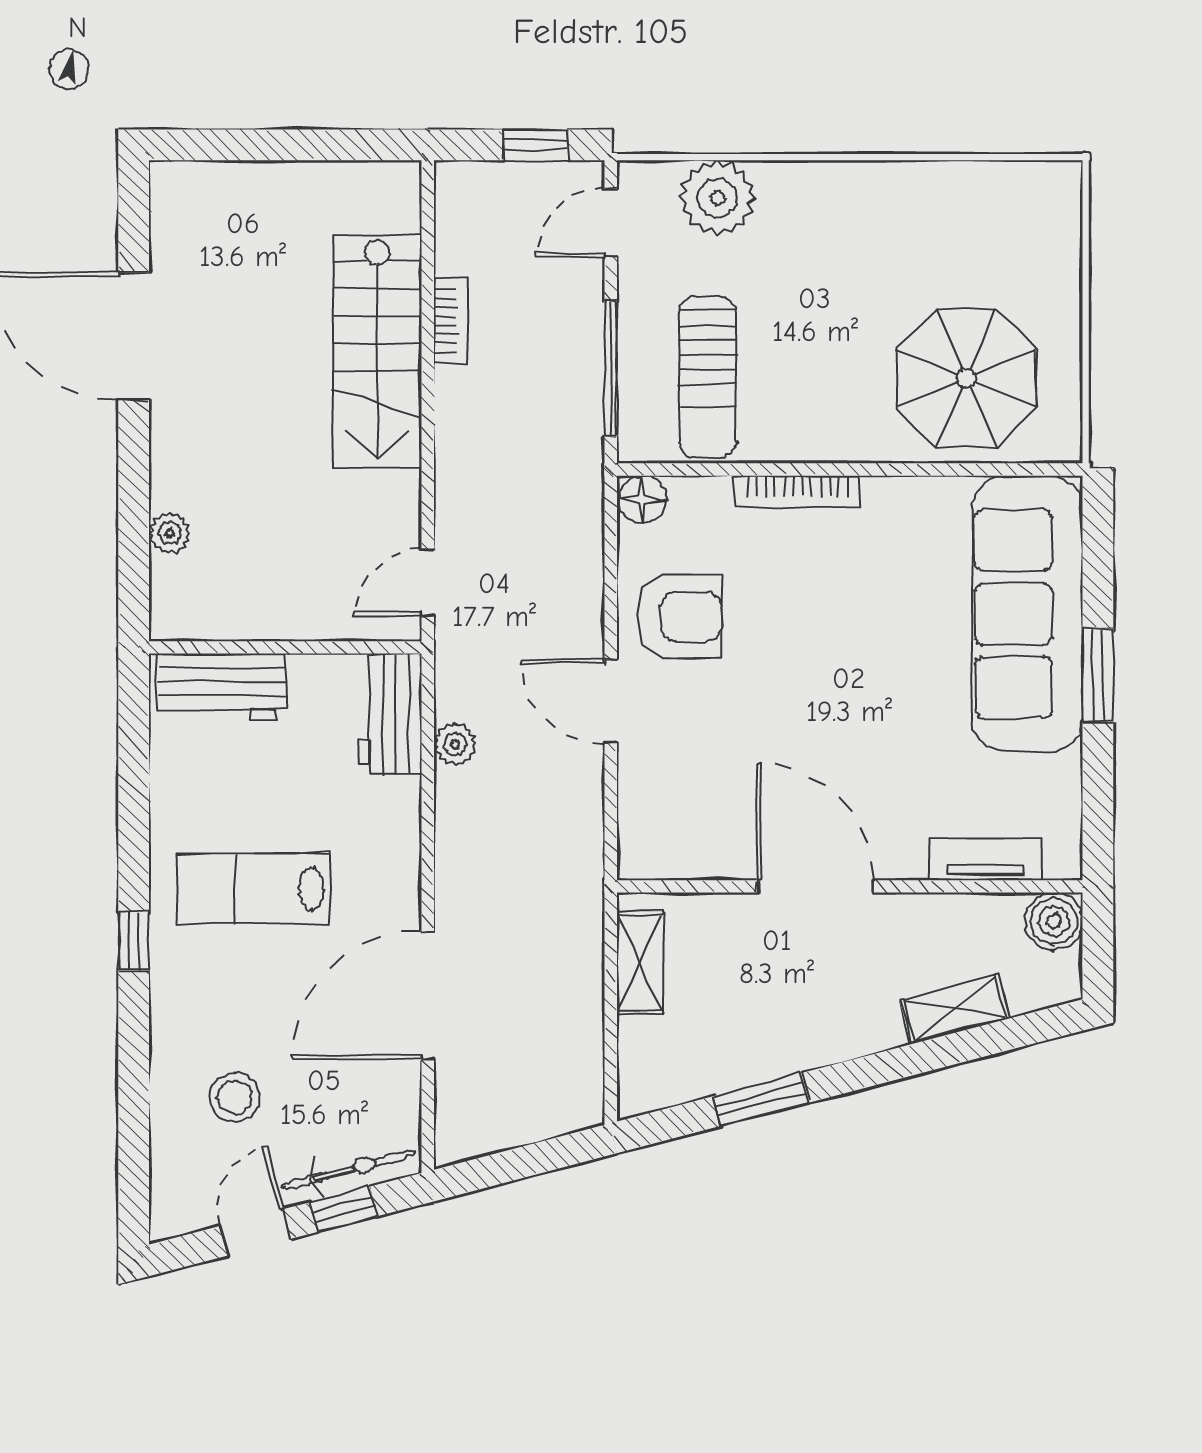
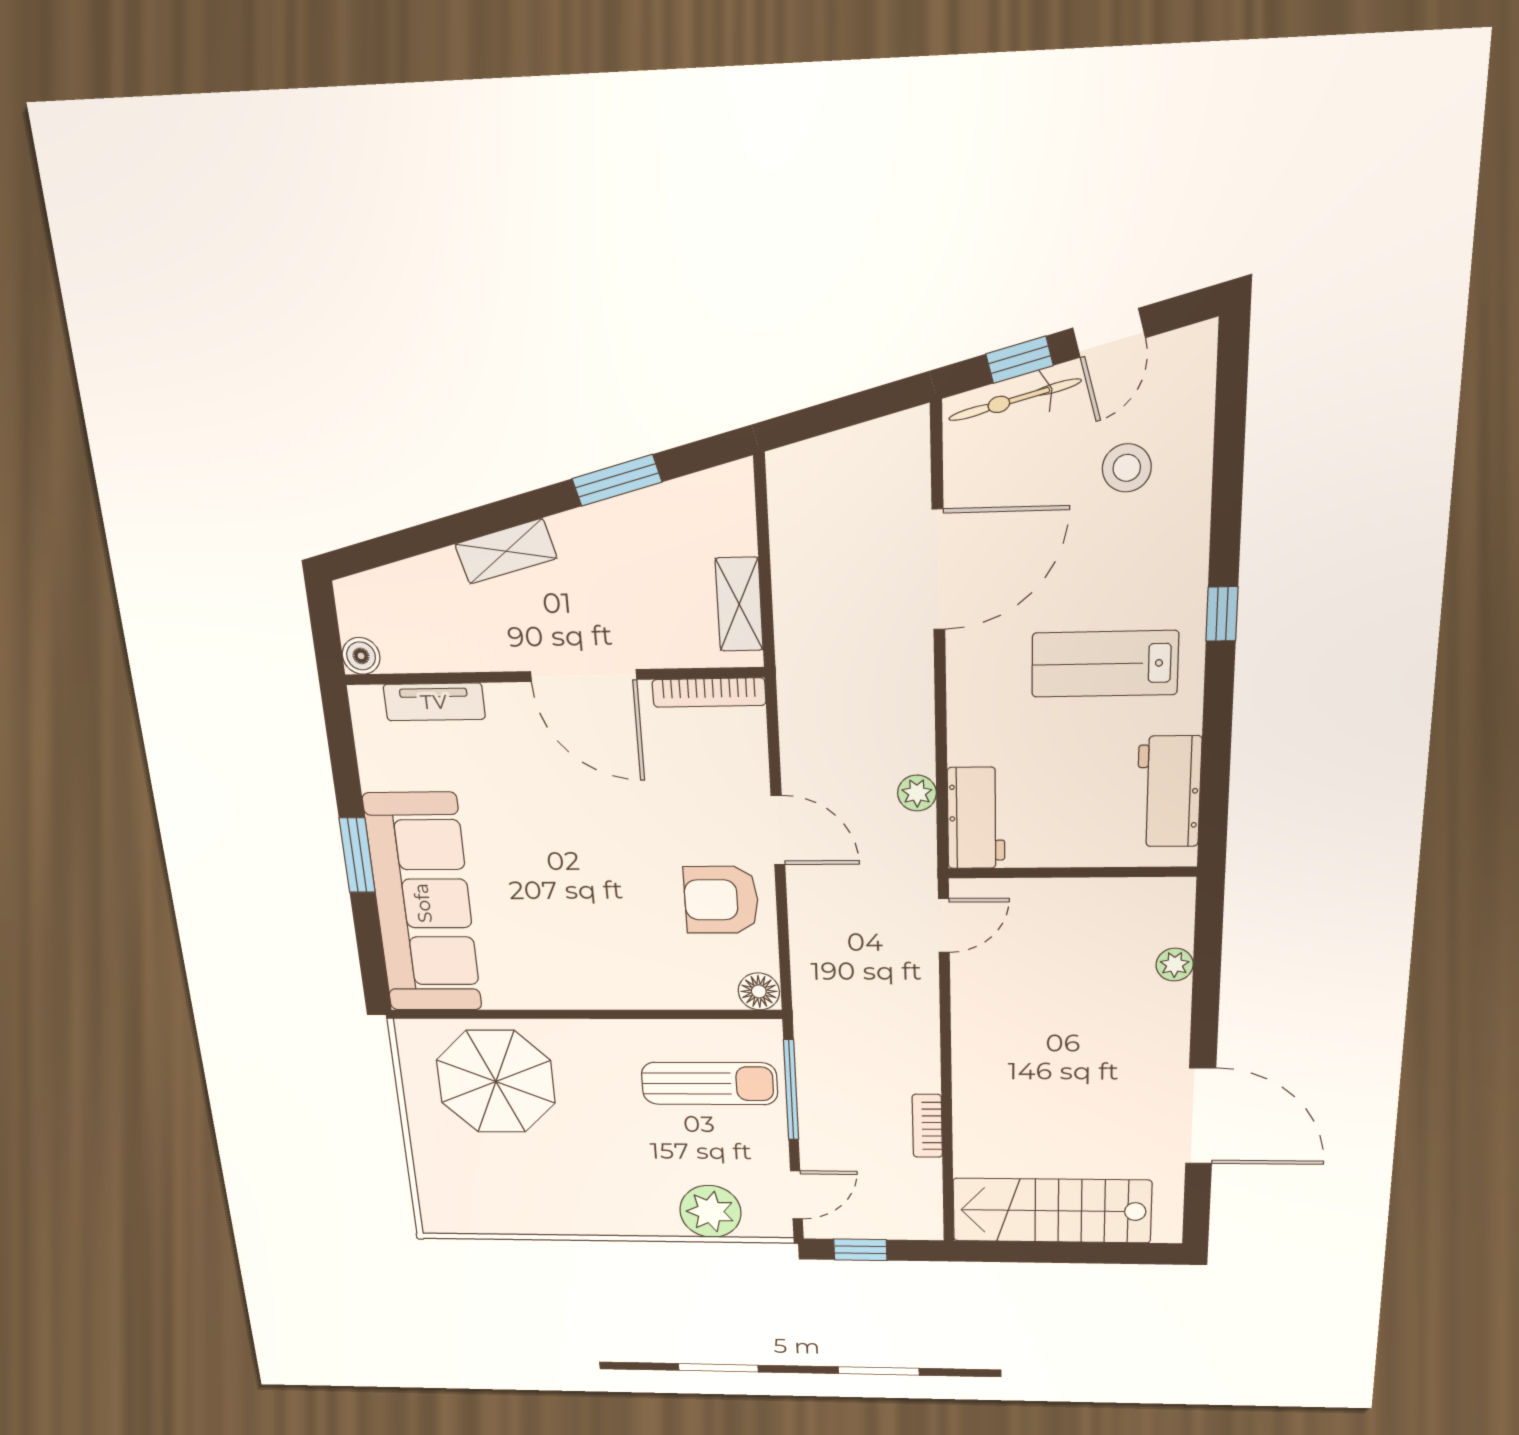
stairs: (377, 351) -> (1052, 1211), moved, turned -90
sun lounger: (708, 377) -> (709, 1084), turned 90
bookcase: (798, 491) -> (709, 692), moved, turned 180
workbench: (222, 687) -> (1169, 792), moved, turned -90
lab bench: (253, 889) -> (1105, 664), turned 180
boiler: (1054, 921) -> (361, 656), width x0.73, depth x0.73
shelving: (955, 1009) -> (506, 551), moved

